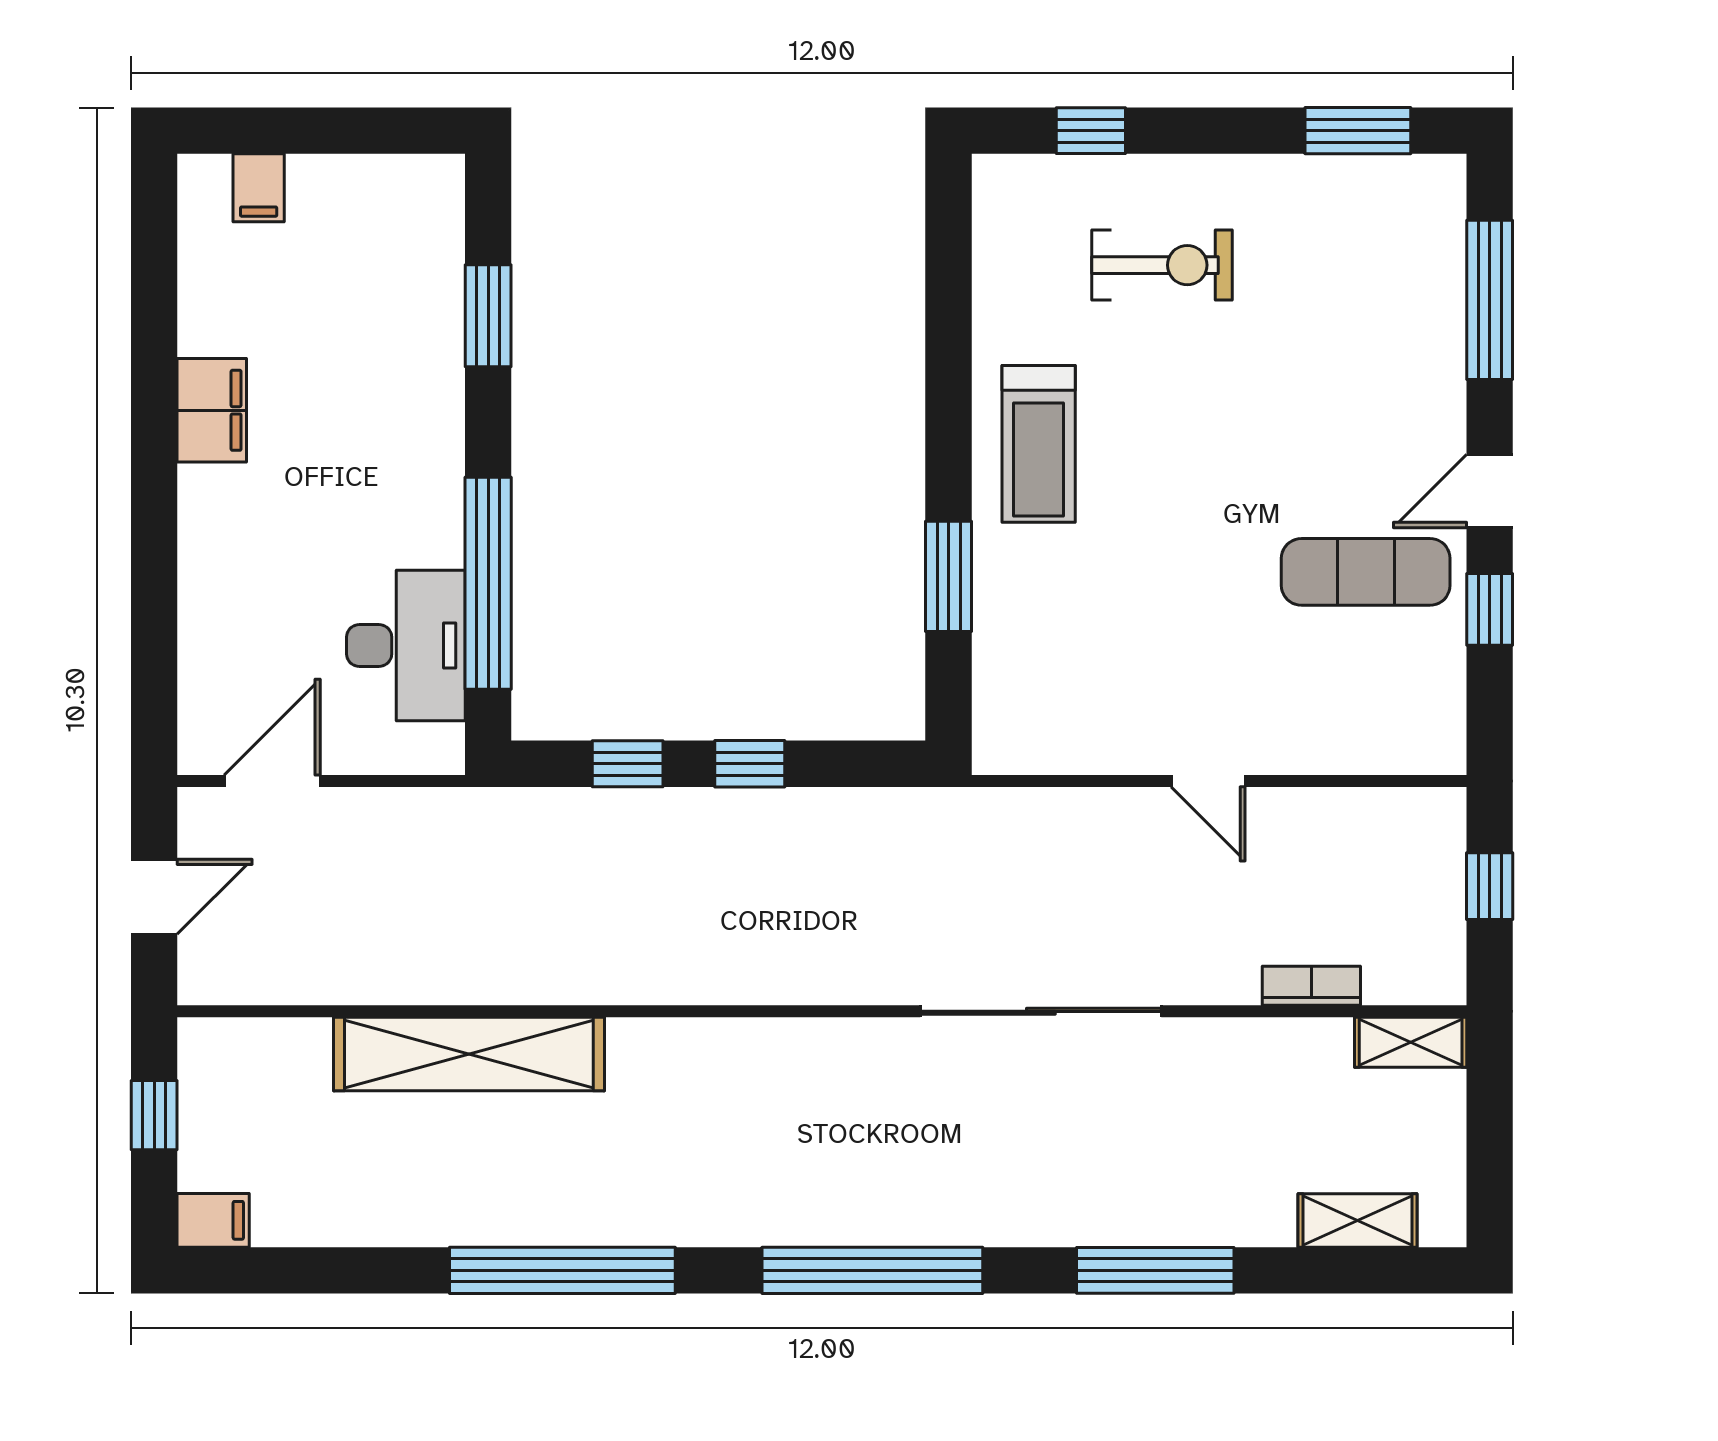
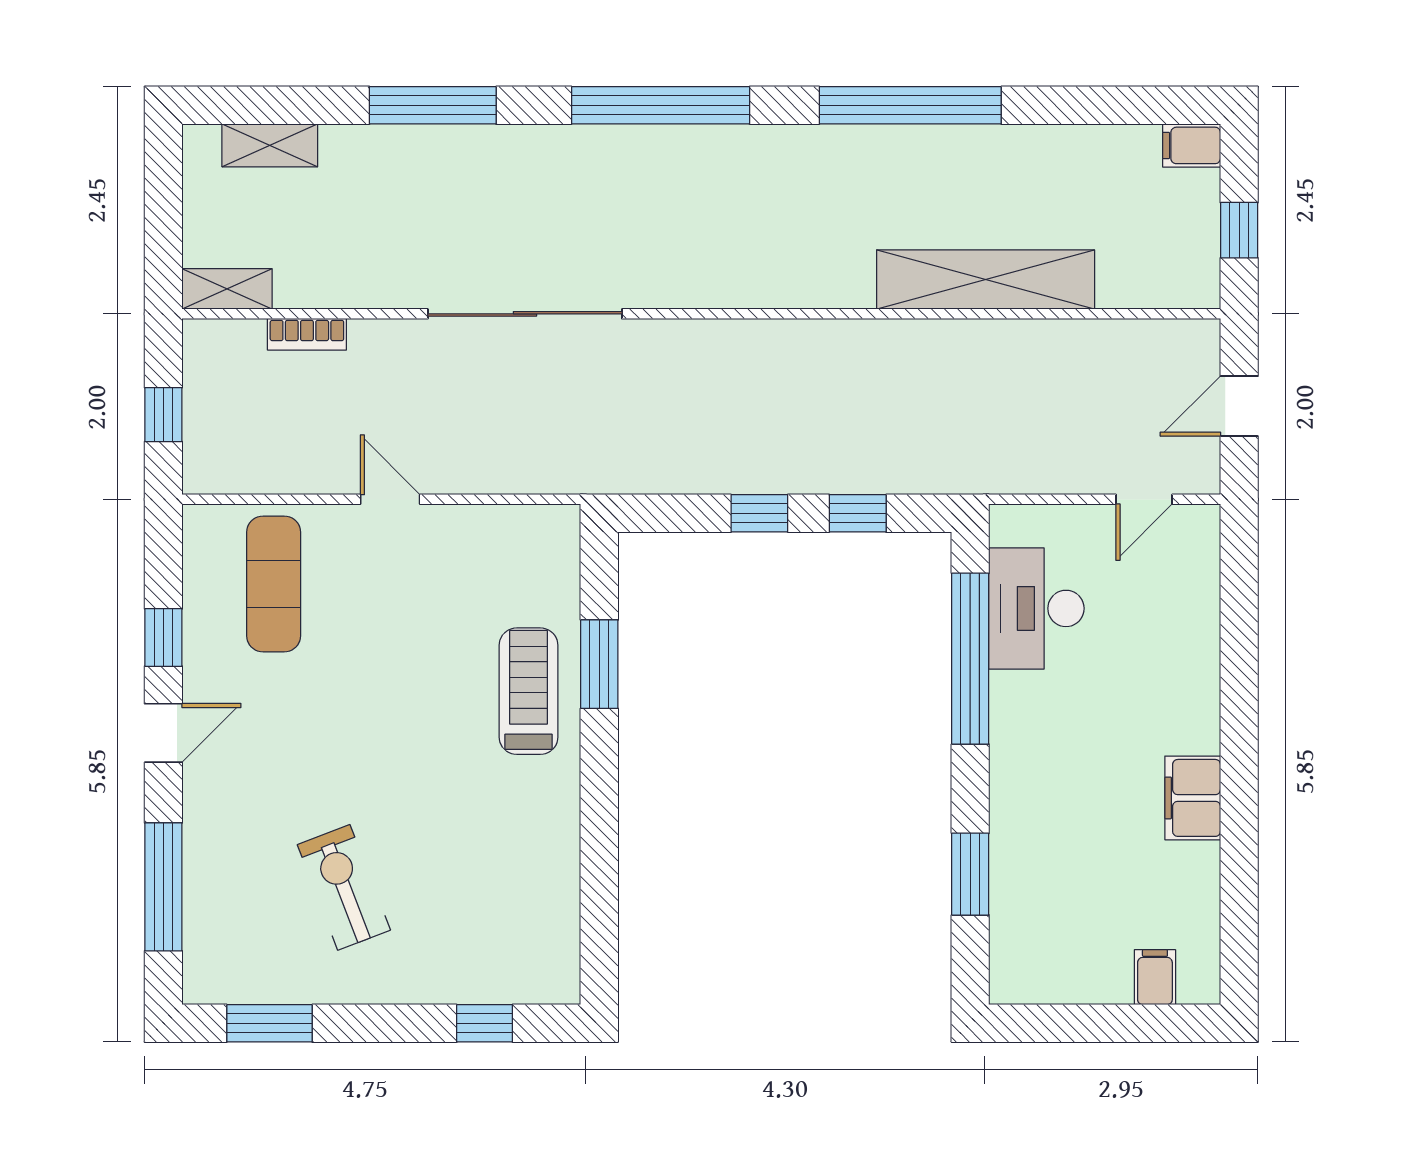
exercise bike: (1162, 265) -> (344, 887), moved, turned 69
treadmill: (1039, 444) -> (529, 691), moved
exercise mat: (1366, 572) -> (274, 584), moved, turned 90
door: (272, 781) -> (1144, 499), width x0.73

